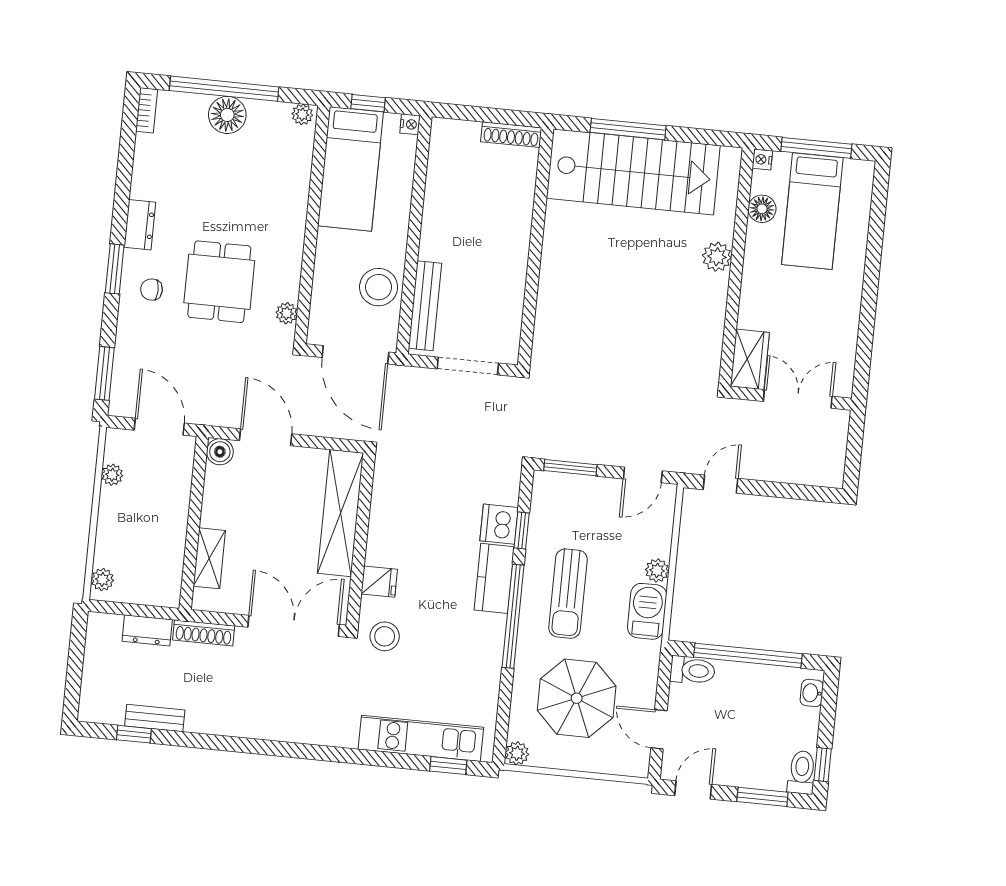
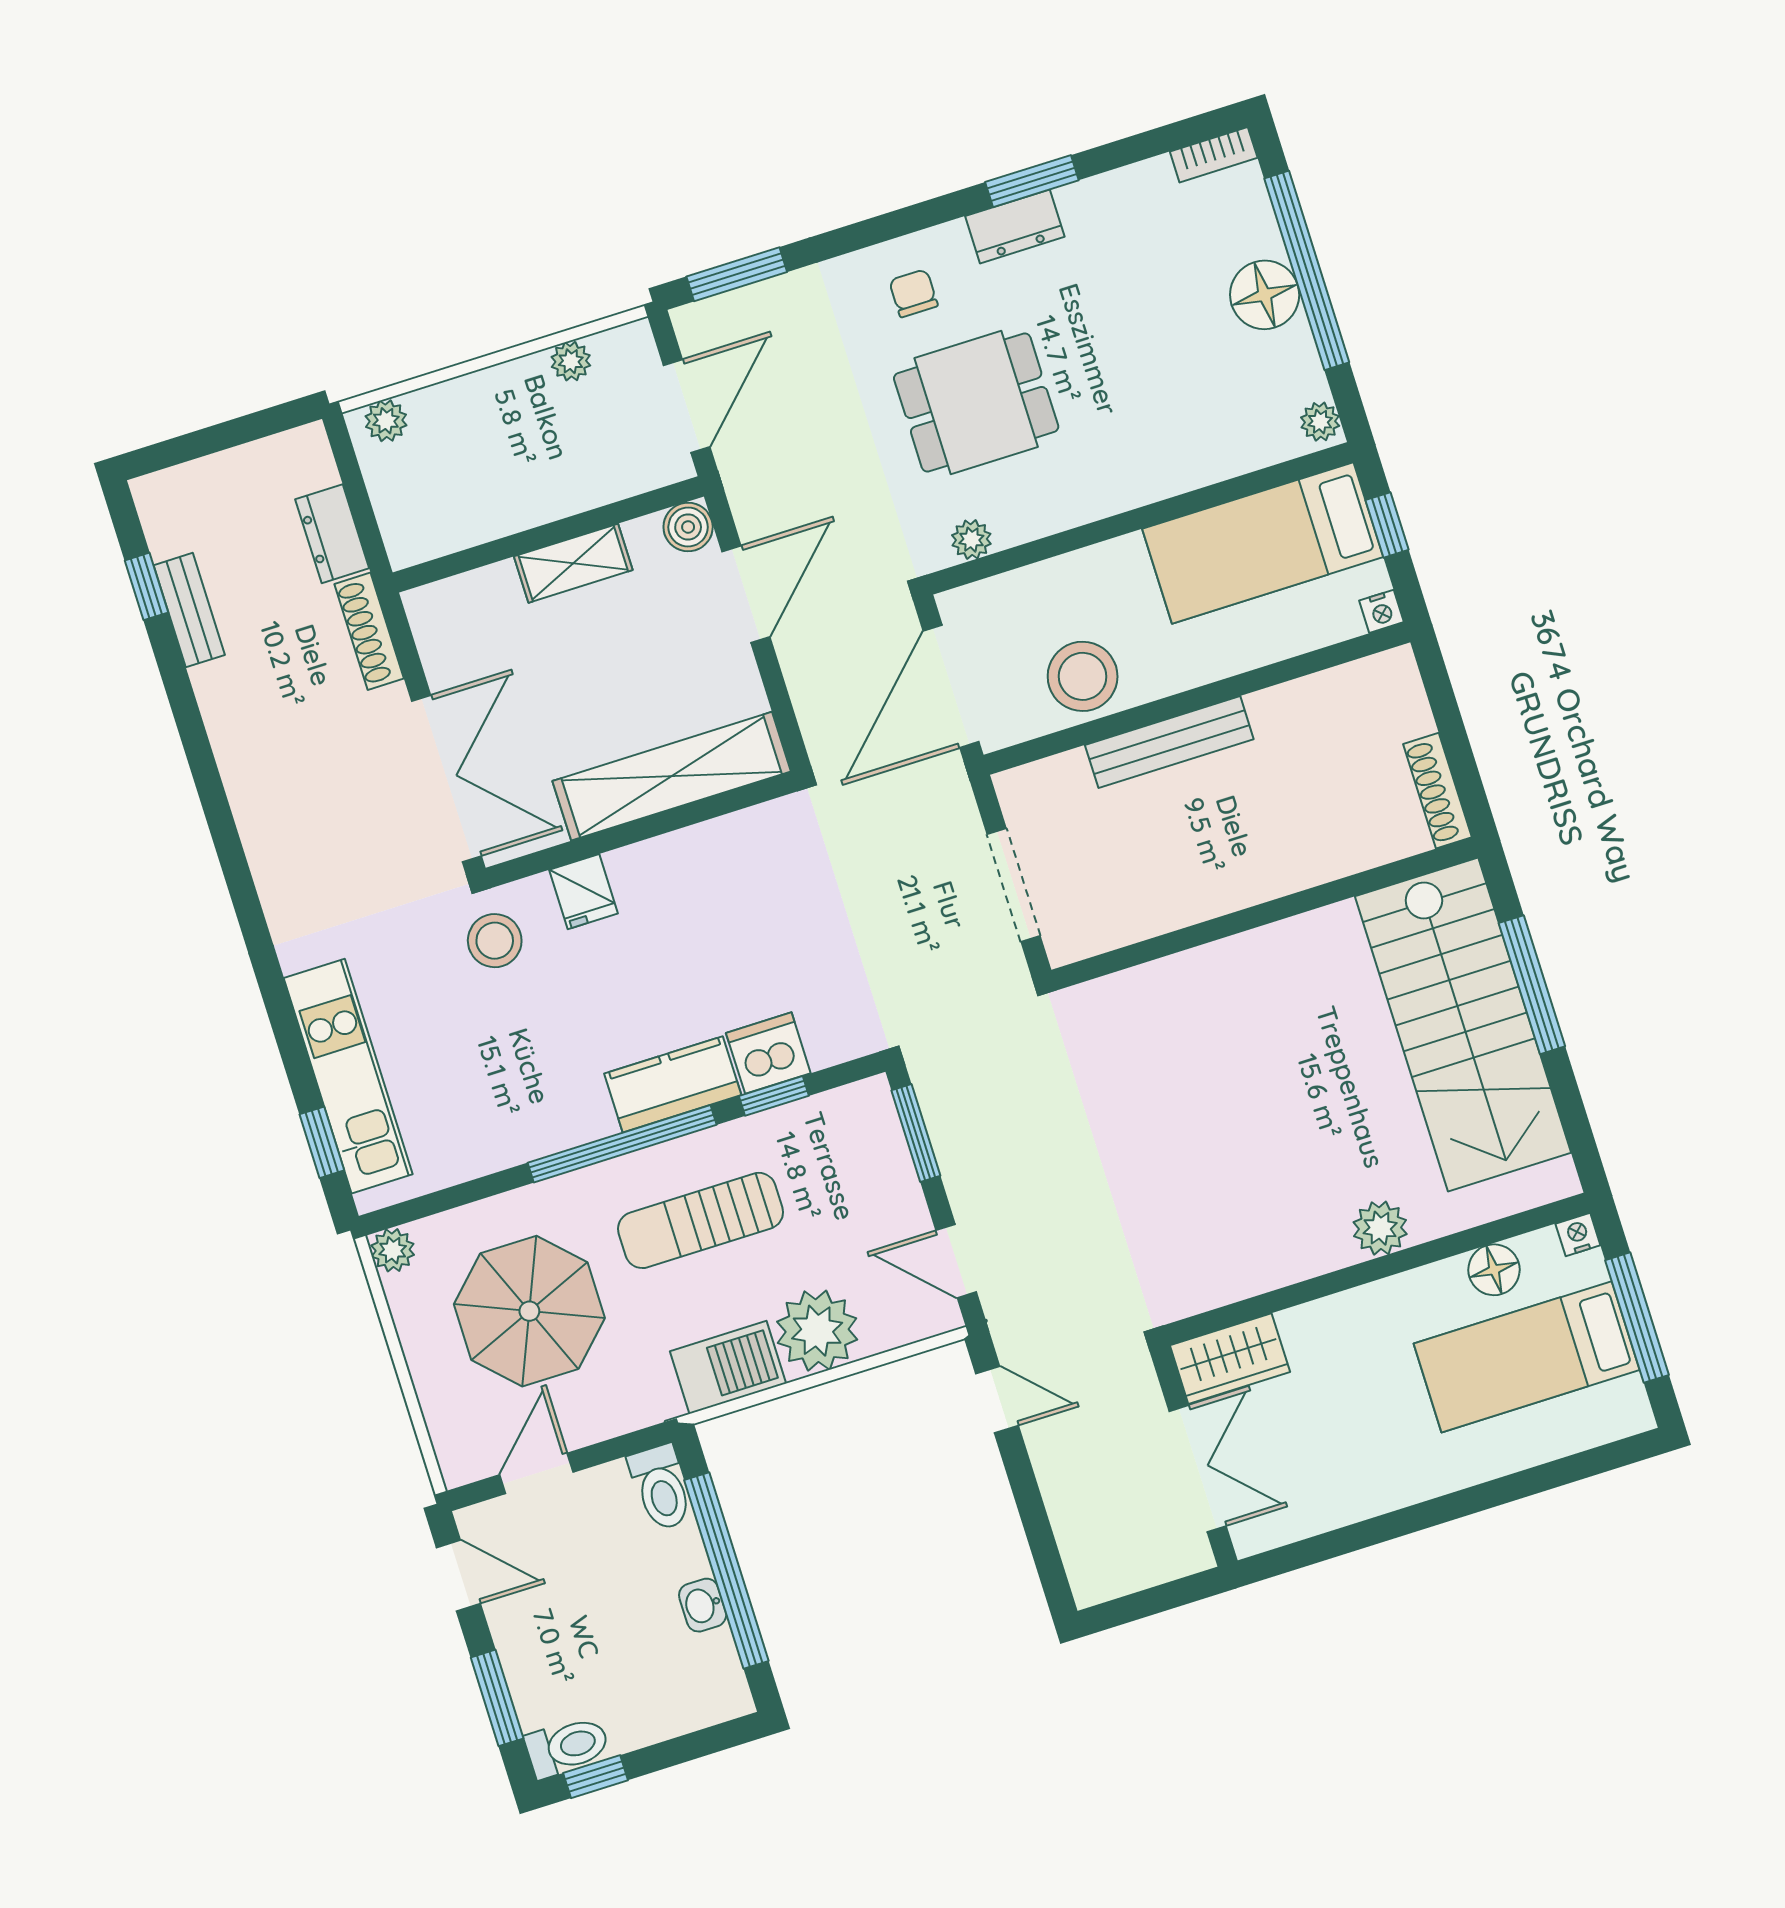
window: (115, 269) -> (1032, 181), moved
bench: (425, 306) -> (1169, 742), moved
shelving: (209, 558) -> (573, 563), moved
plant: (657, 570) -> (817, 1331), width x1.87, depth x1.87
washbasin: (812, 693) -> (703, 1605), moved, turned -90

